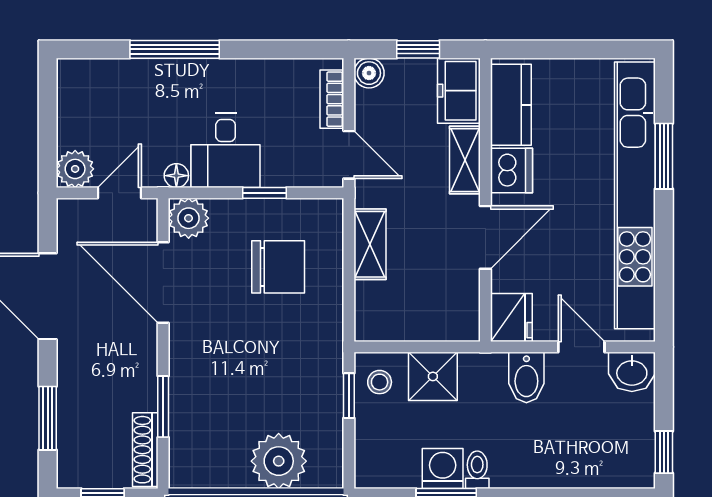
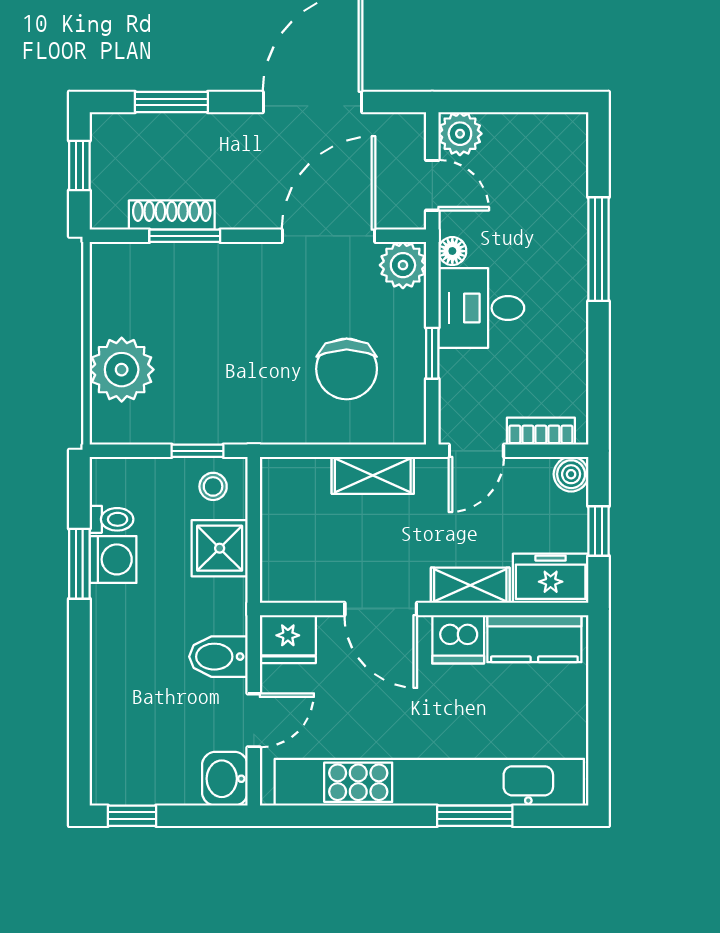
shoe rack: (145, 450) -> (172, 215), moved
toilet: (477, 470) -> (111, 519), moved

